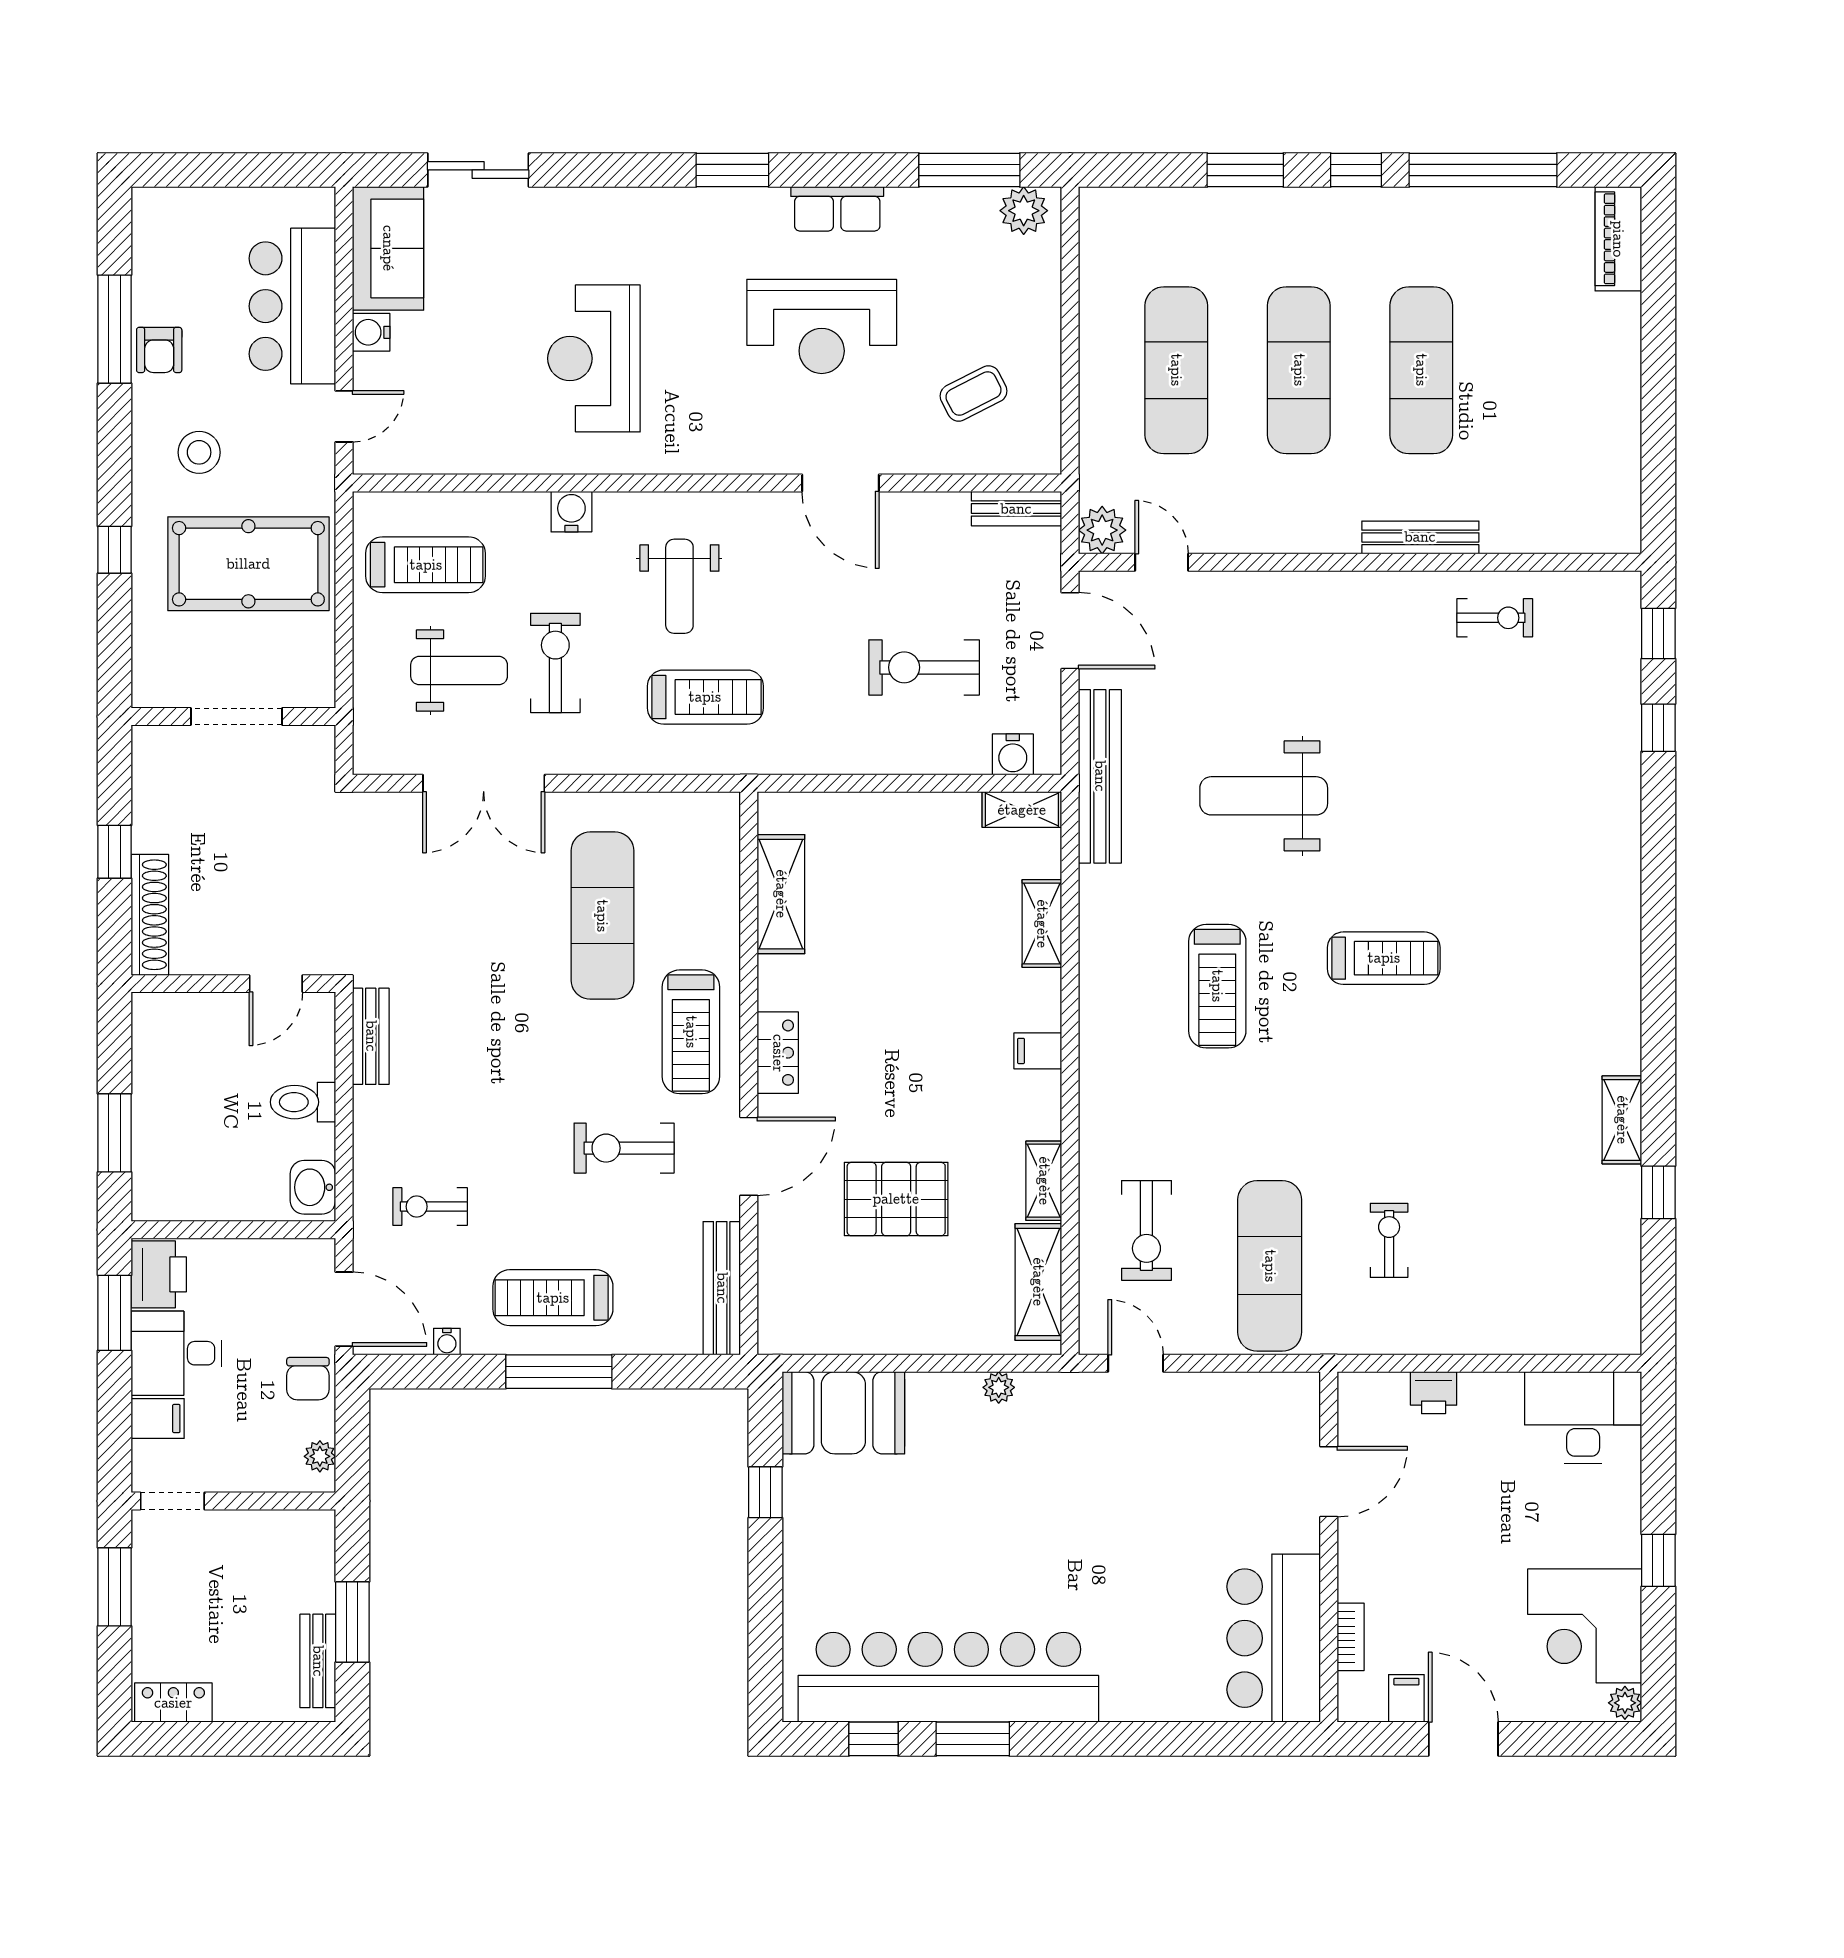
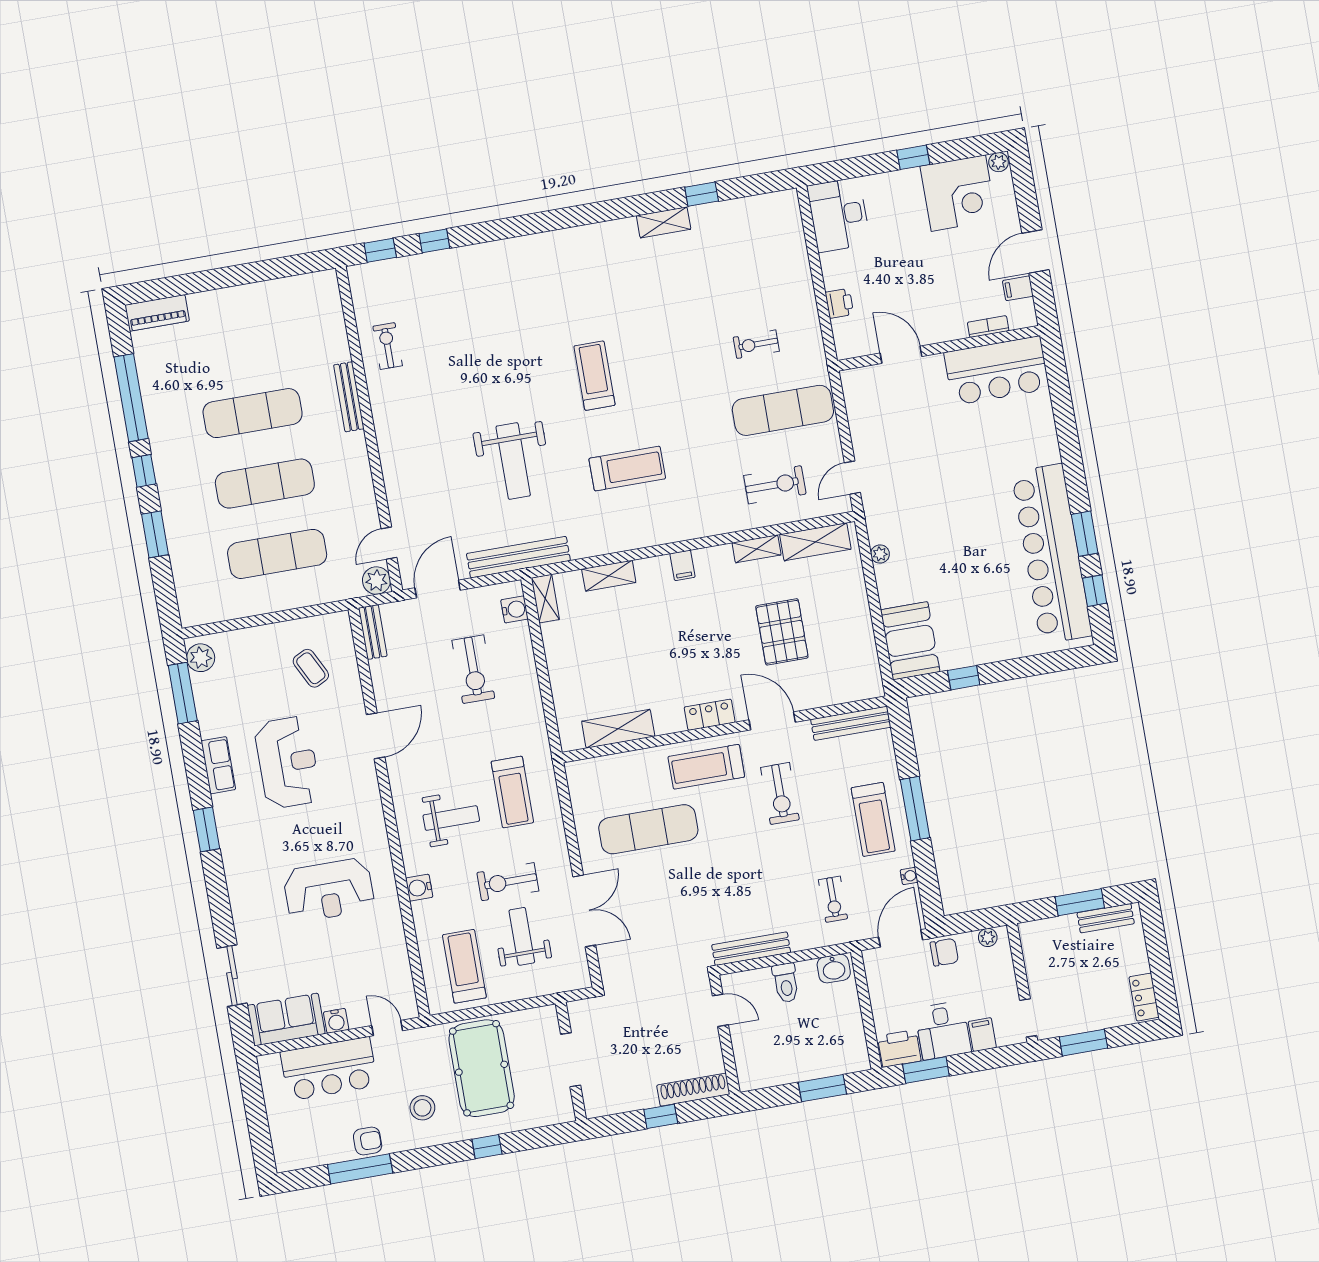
treadmill: (705, 697) -> (512, 792), turned 180
treadmill: (691, 1032) -> (706, 767), turned 180
bench: (371, 1036) -> (751, 949), width x1.36

